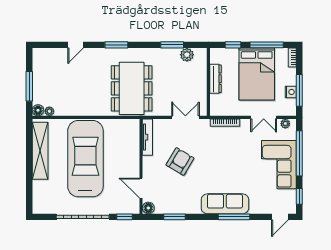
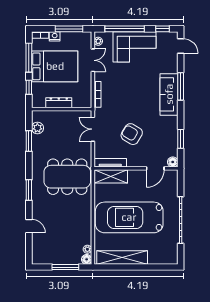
nightstand: (291, 92) -> (55, 36), moved
shelving: (132, 138) -> (111, 176), added
window: (125, 217) -> (181, 183), removed

